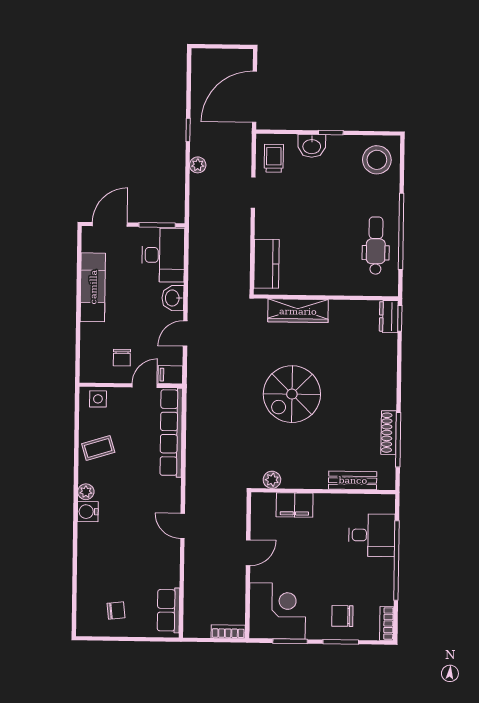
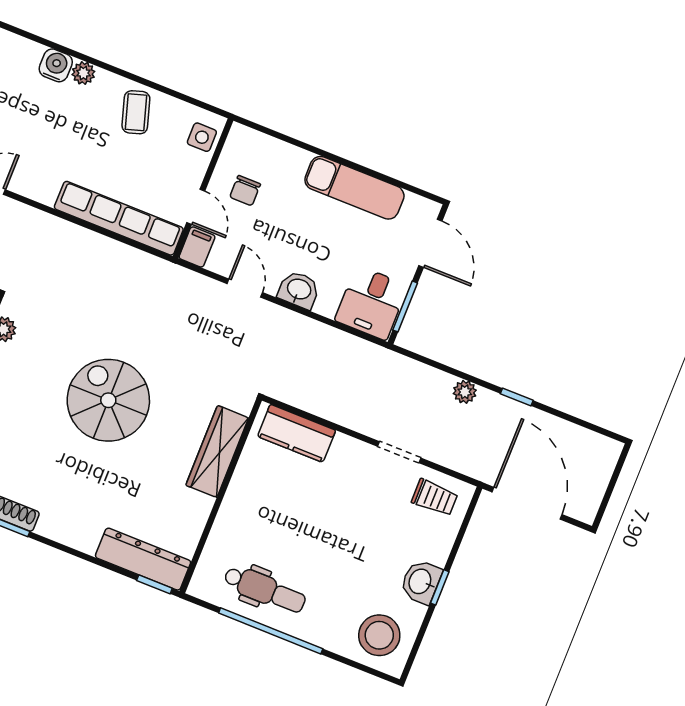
washbasin: (312, 146) -> (421, 582), moved
desk: (163, 255) -> (371, 303), width x0.73
dresser: (389, 317) -> (143, 559), width x1.96, depth x1.24
chair: (122, 358) -> (245, 191), turned -90

